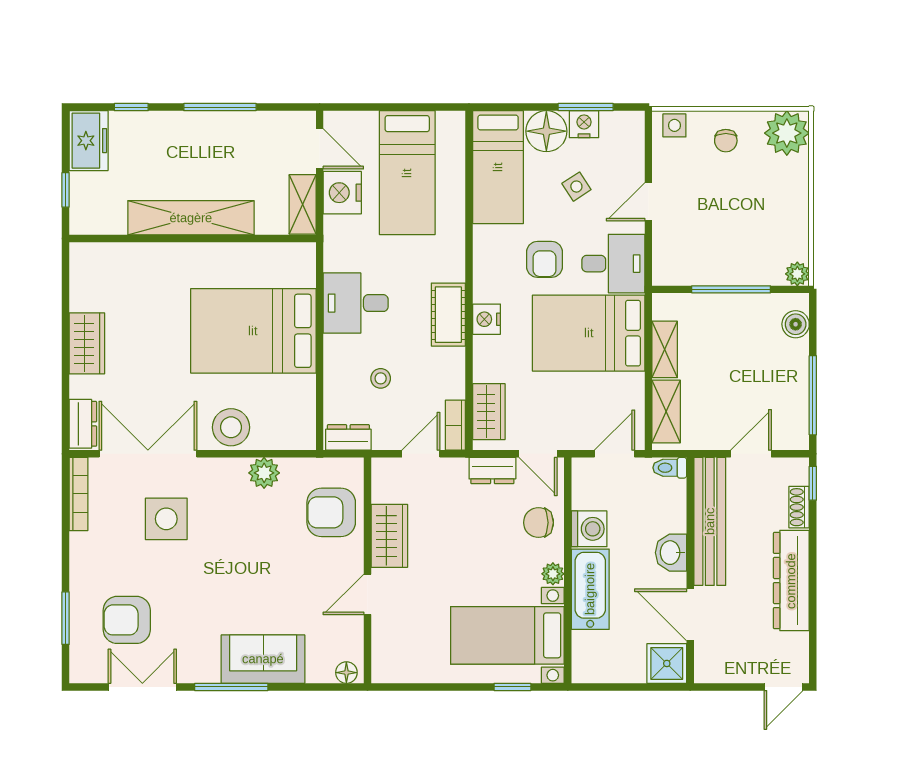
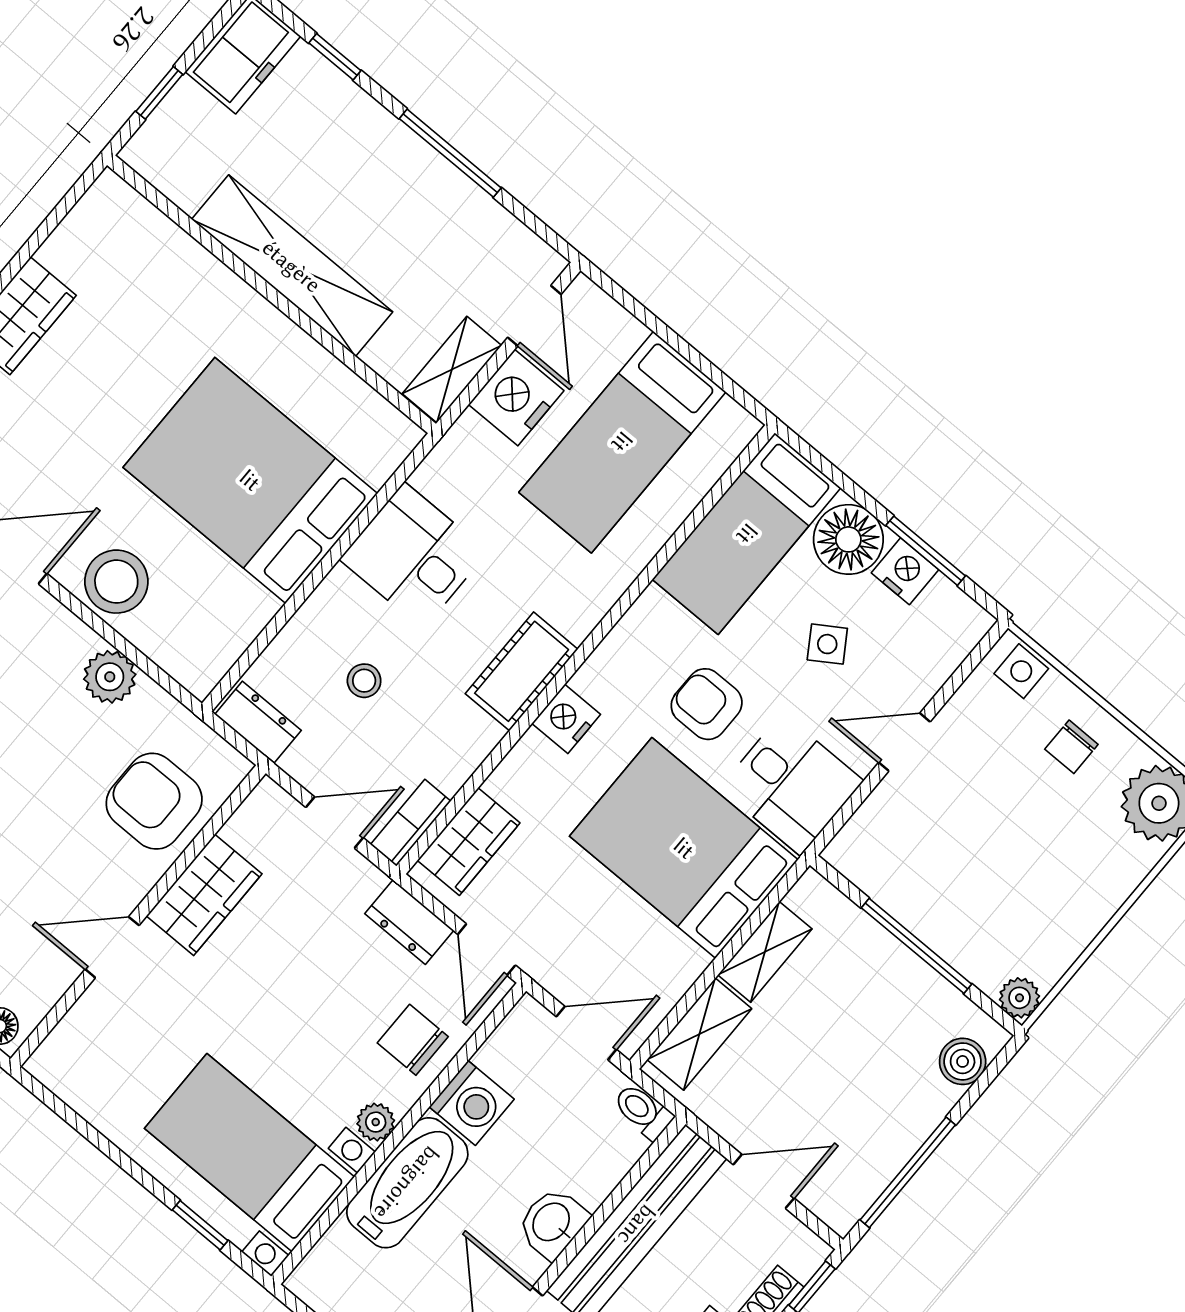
armchair: (545, 259) -> (707, 704), turned 90

